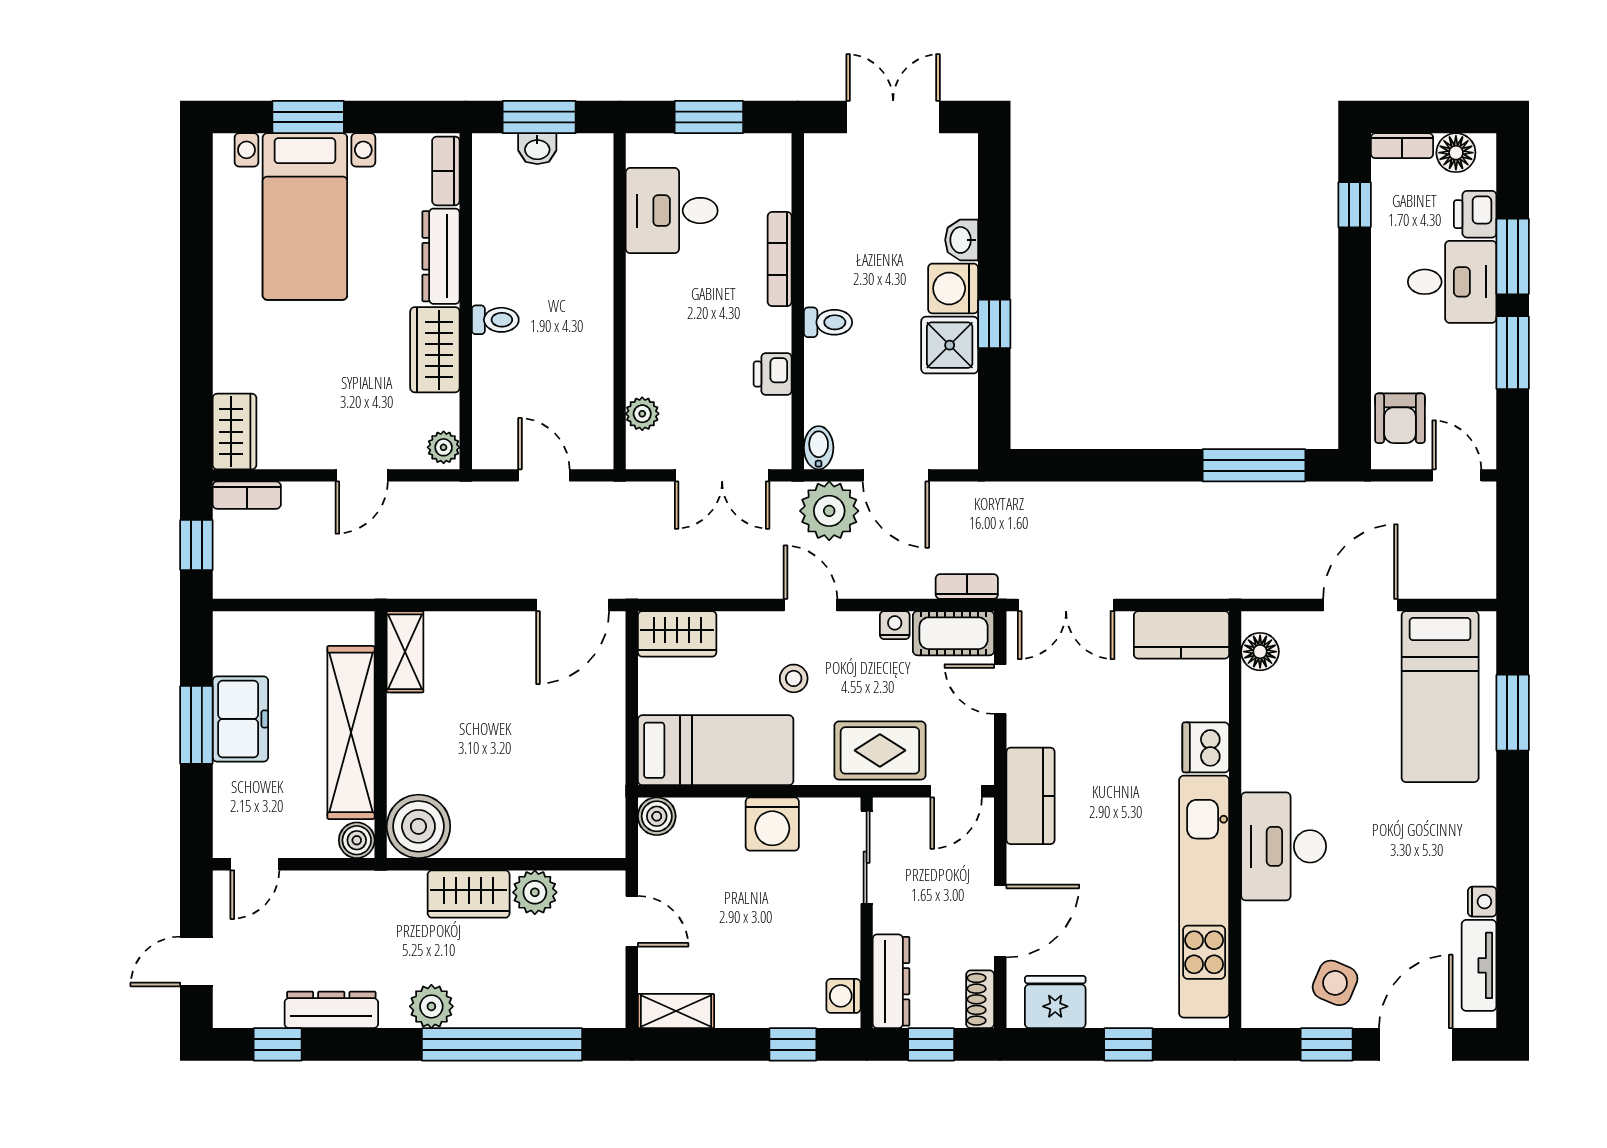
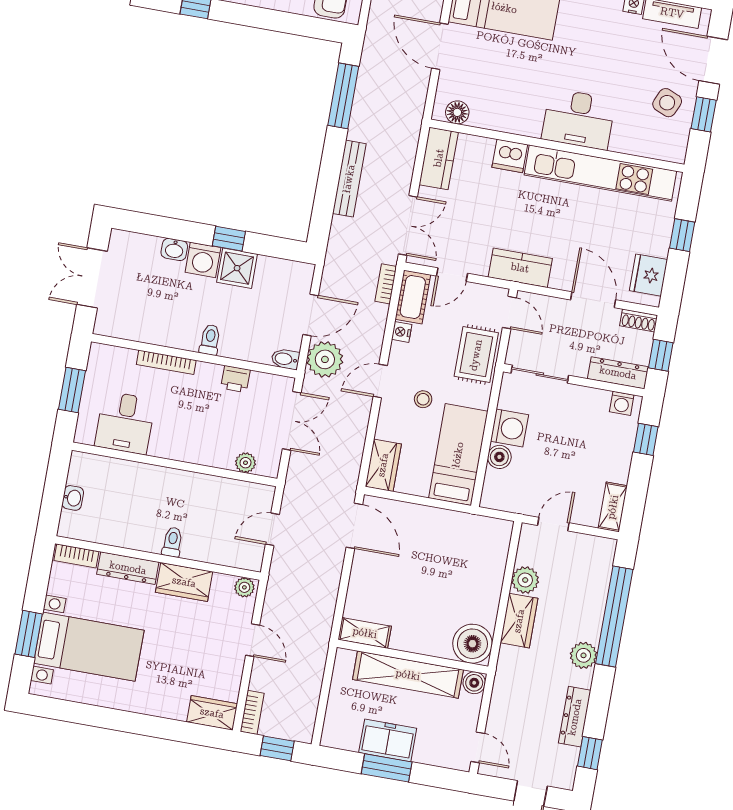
window: (539, 117) -> (54, 493), removed
bench: (1124, 498) -> (349, 179), added
boiler: (657, 816) -> (499, 457), moved

